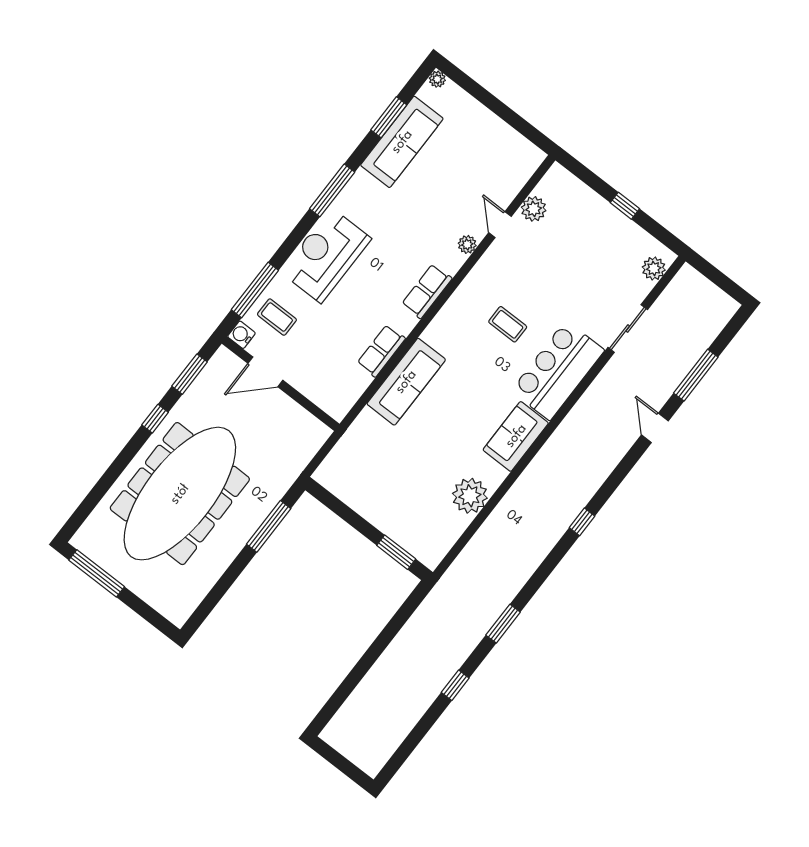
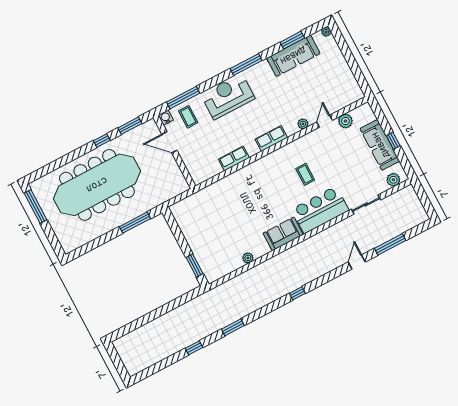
sofa: (406, 382) -> (380, 145), moved, turned 90
plant: (470, 496) -> (248, 258), width x0.53, depth x0.53

